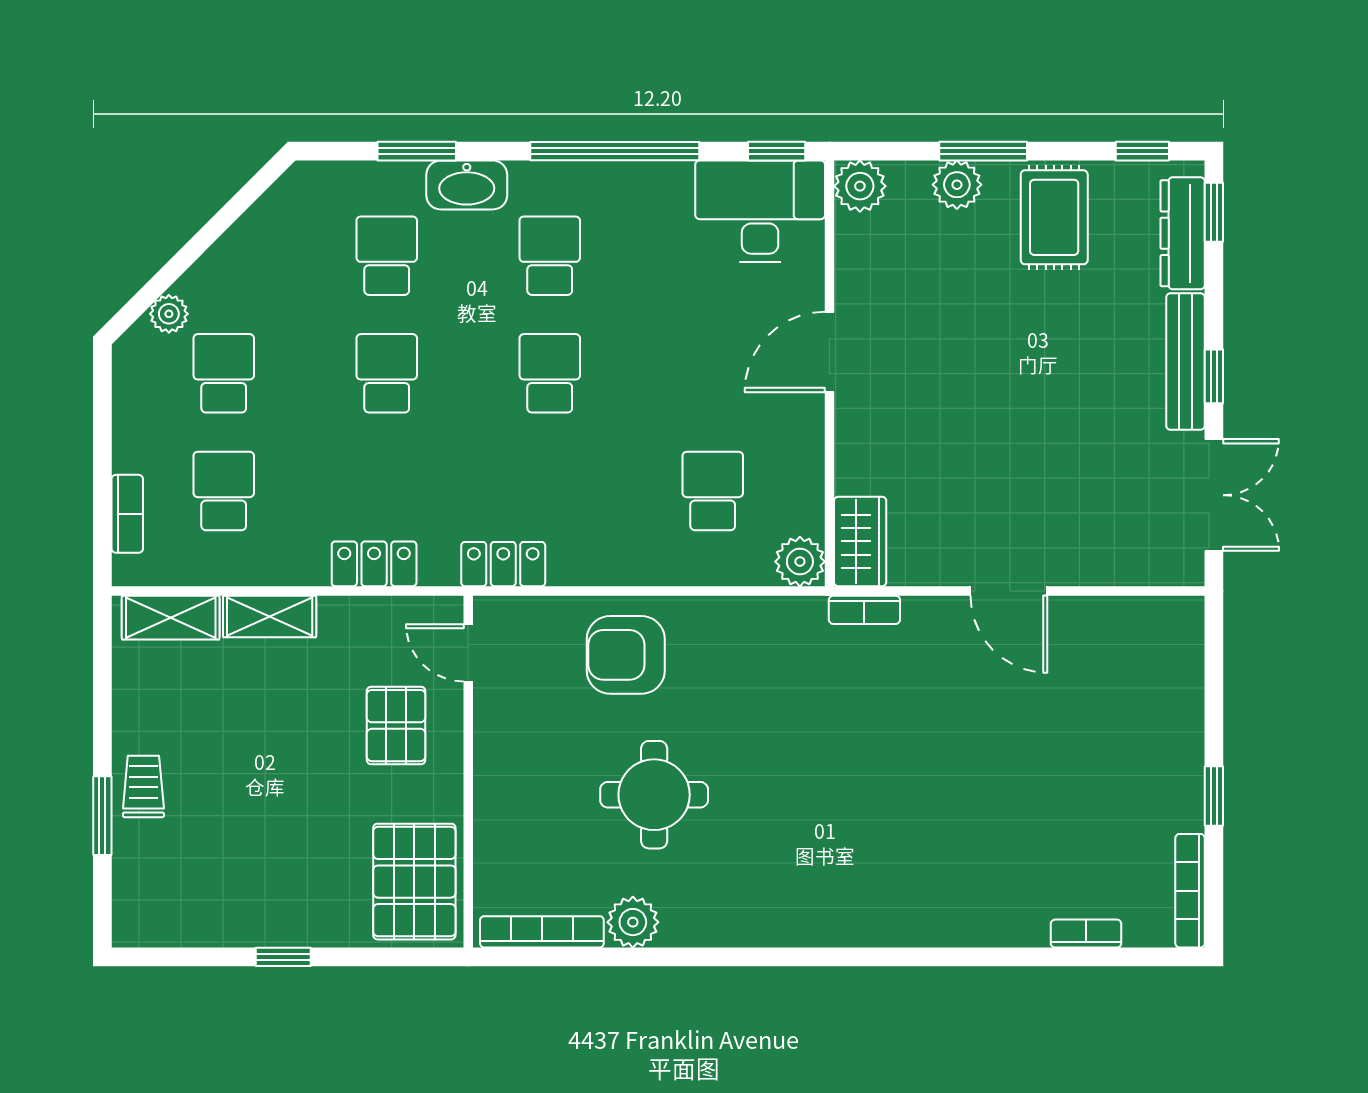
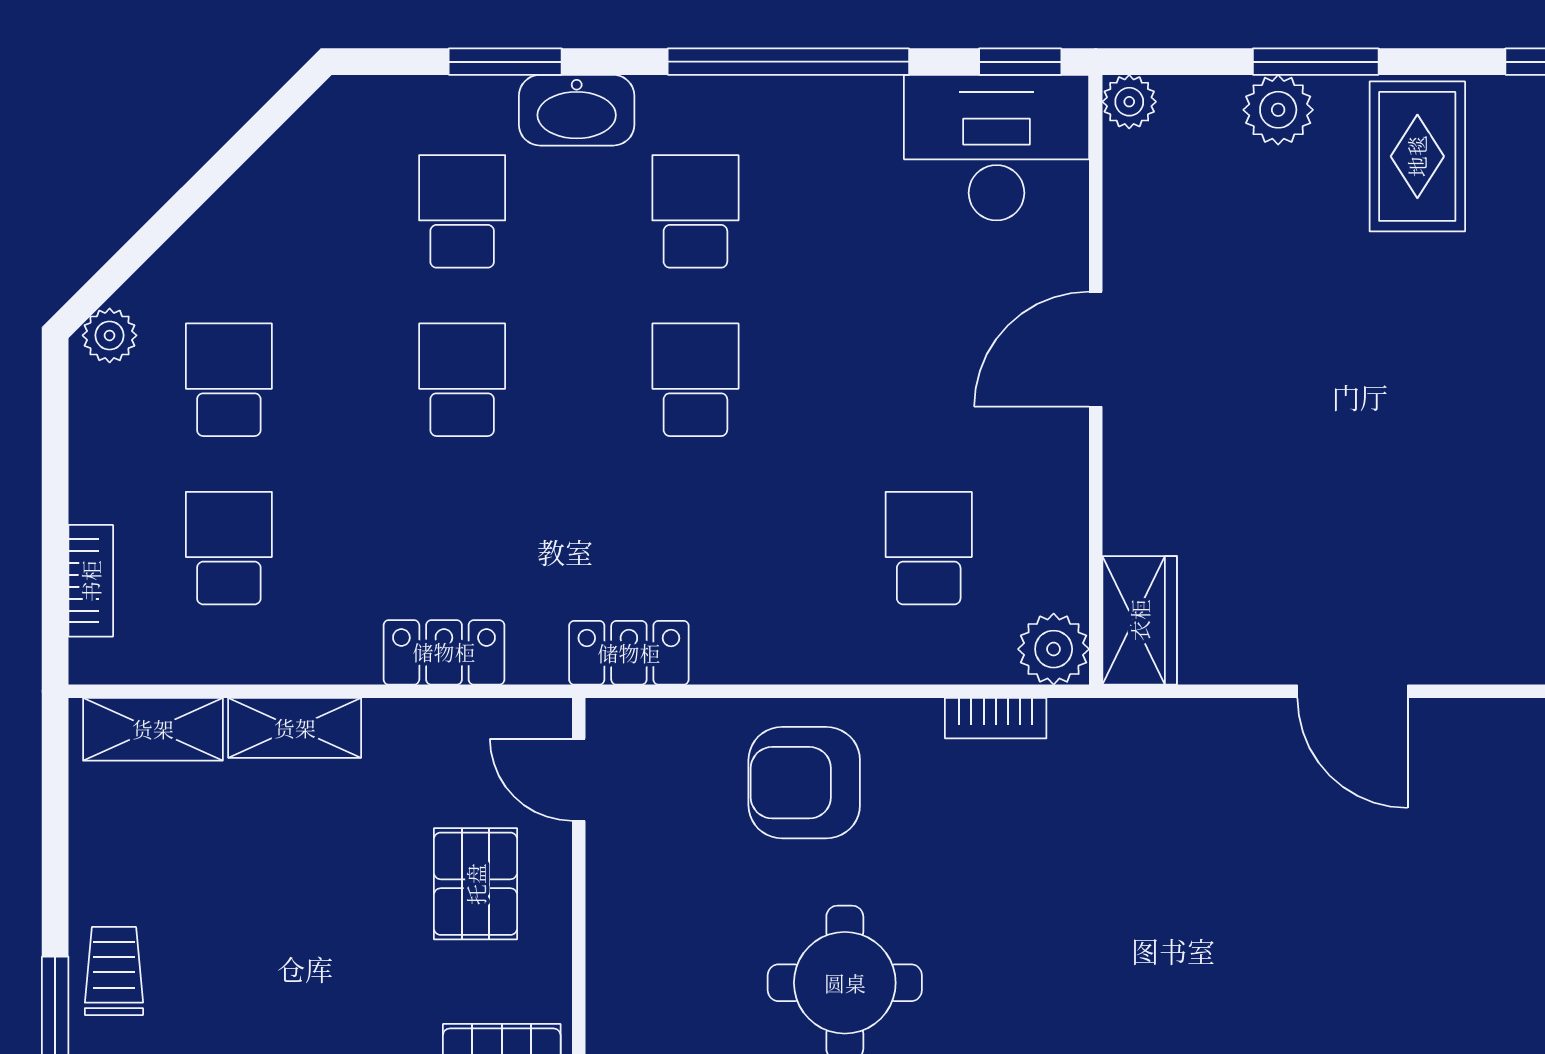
plant: (860, 186) -> (1129, 102), width x0.73, depth x0.73
plant: (169, 314) -> (110, 335), moved
bookcase: (864, 610) -> (996, 718), moved

